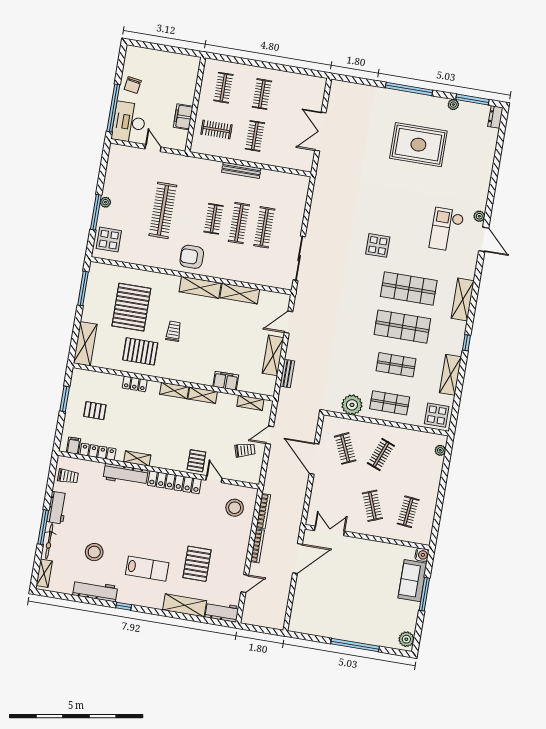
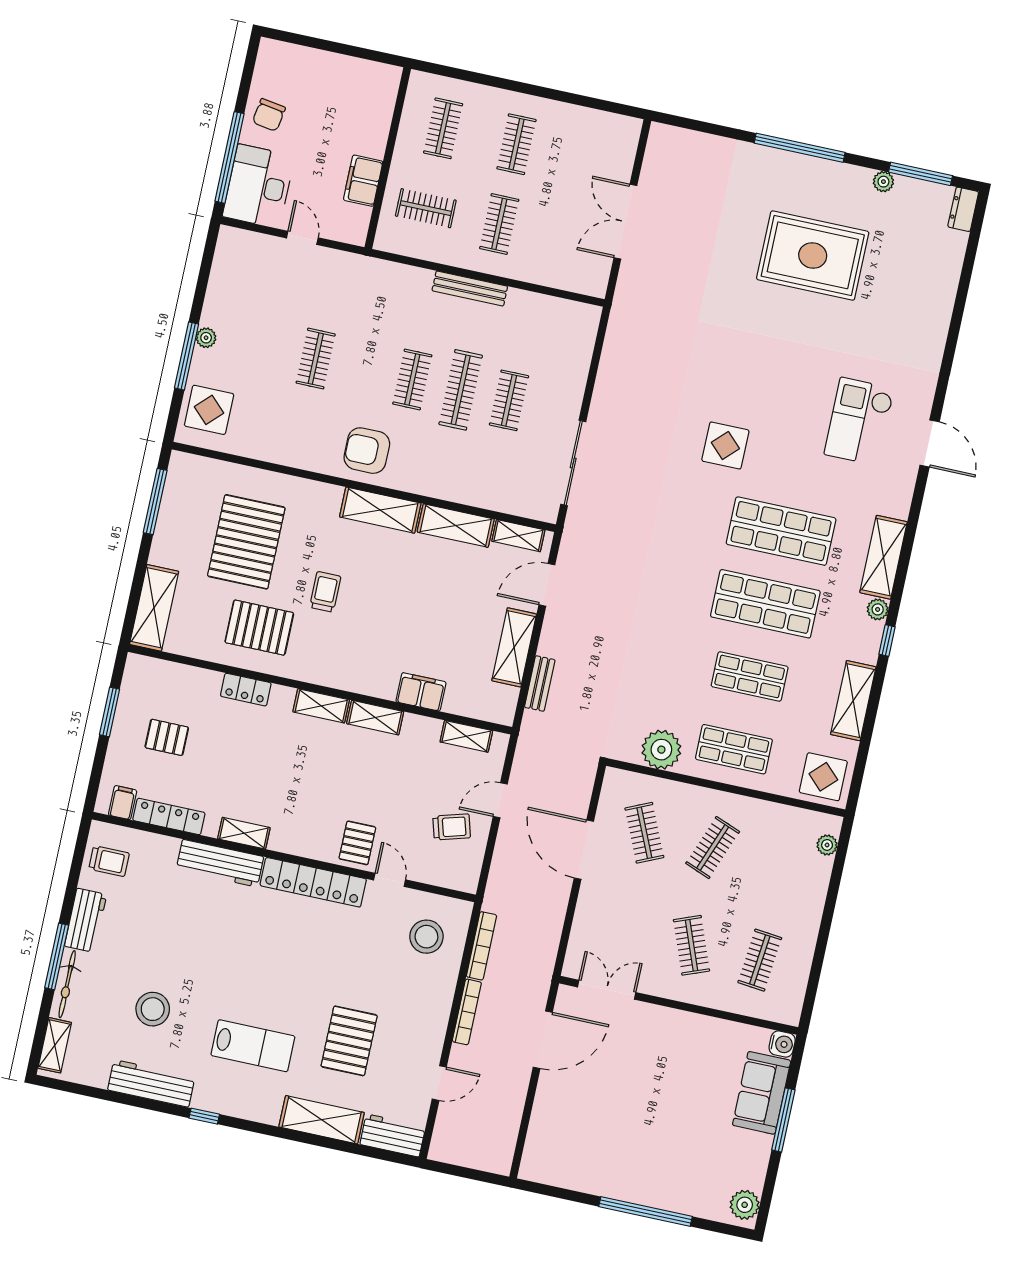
clothes rail: (163, 210) -> (316, 359), width x0.54, depth x0.76
plant: (479, 216) -> (878, 609), moved
clothes rail: (264, 227) -> (509, 400), width x0.73
shelving: (272, 297) -> (518, 536), added

